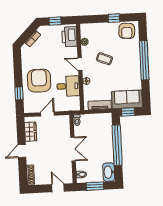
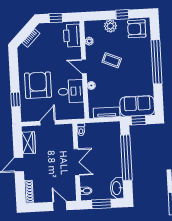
plant: (103, 28) -> (110, 26), added
armchair: (127, 31) -> (137, 29), turned 87

